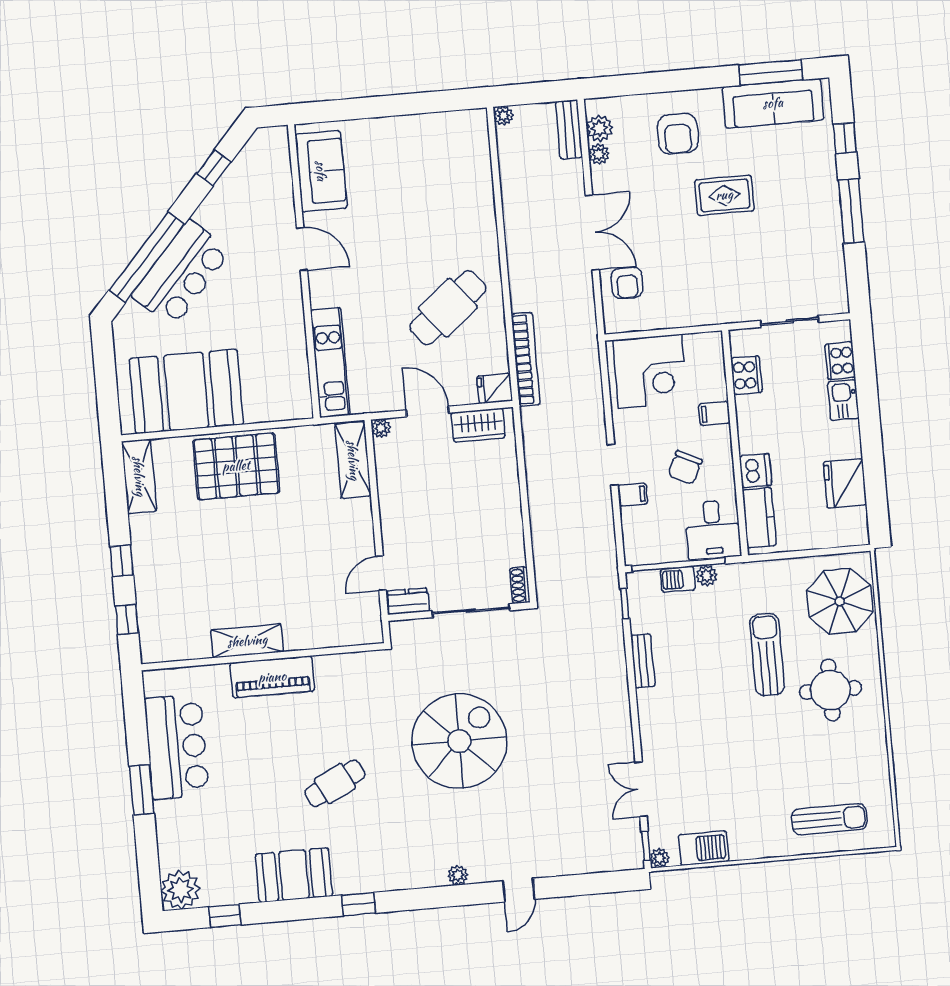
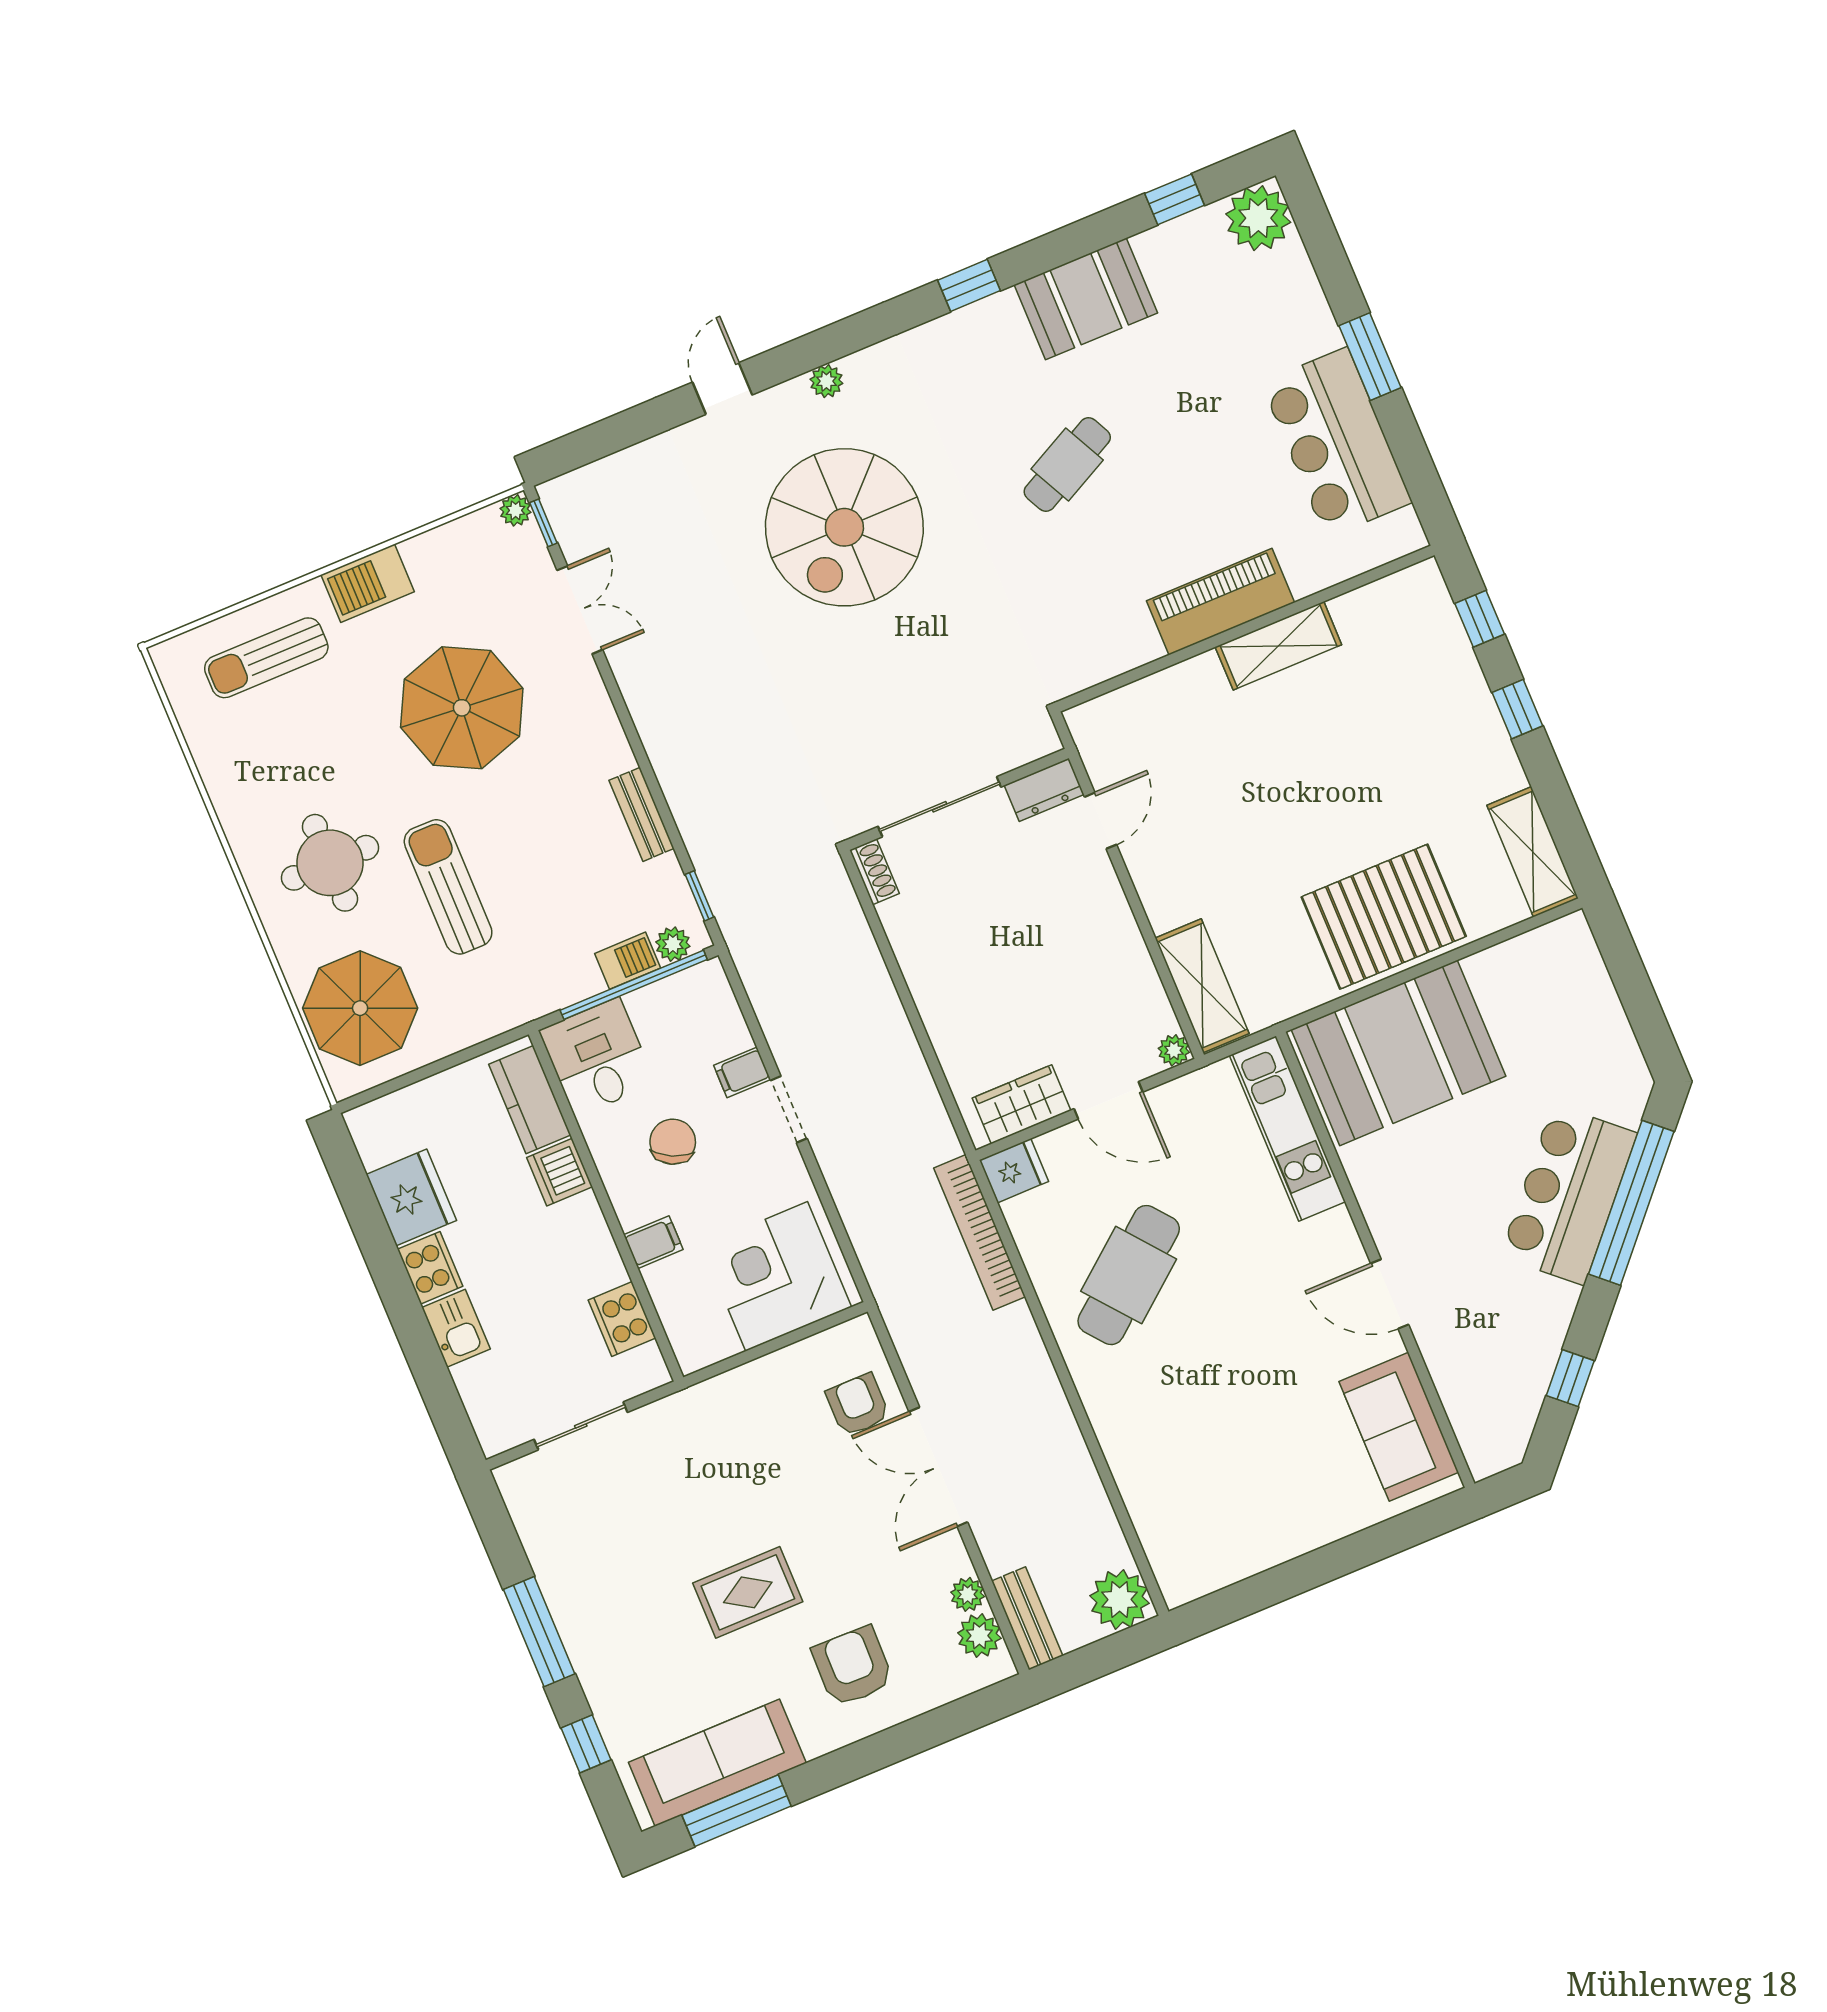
plant: (503, 116) -> (1120, 1600), width x1.88, depth x1.88
cooker: (840, 361) -> (430, 1268), moved
booth: (186, 391) -> (1399, 1053), moved
plant: (707, 576) -> (673, 944), moved
sun lounger: (767, 655) -> (448, 887), turned 180
spiral stairs: (459, 741) -> (844, 527), moved
parasol: (726, 755) -> (462, 708), added
barbecue: (704, 848) -> (368, 583), moved

